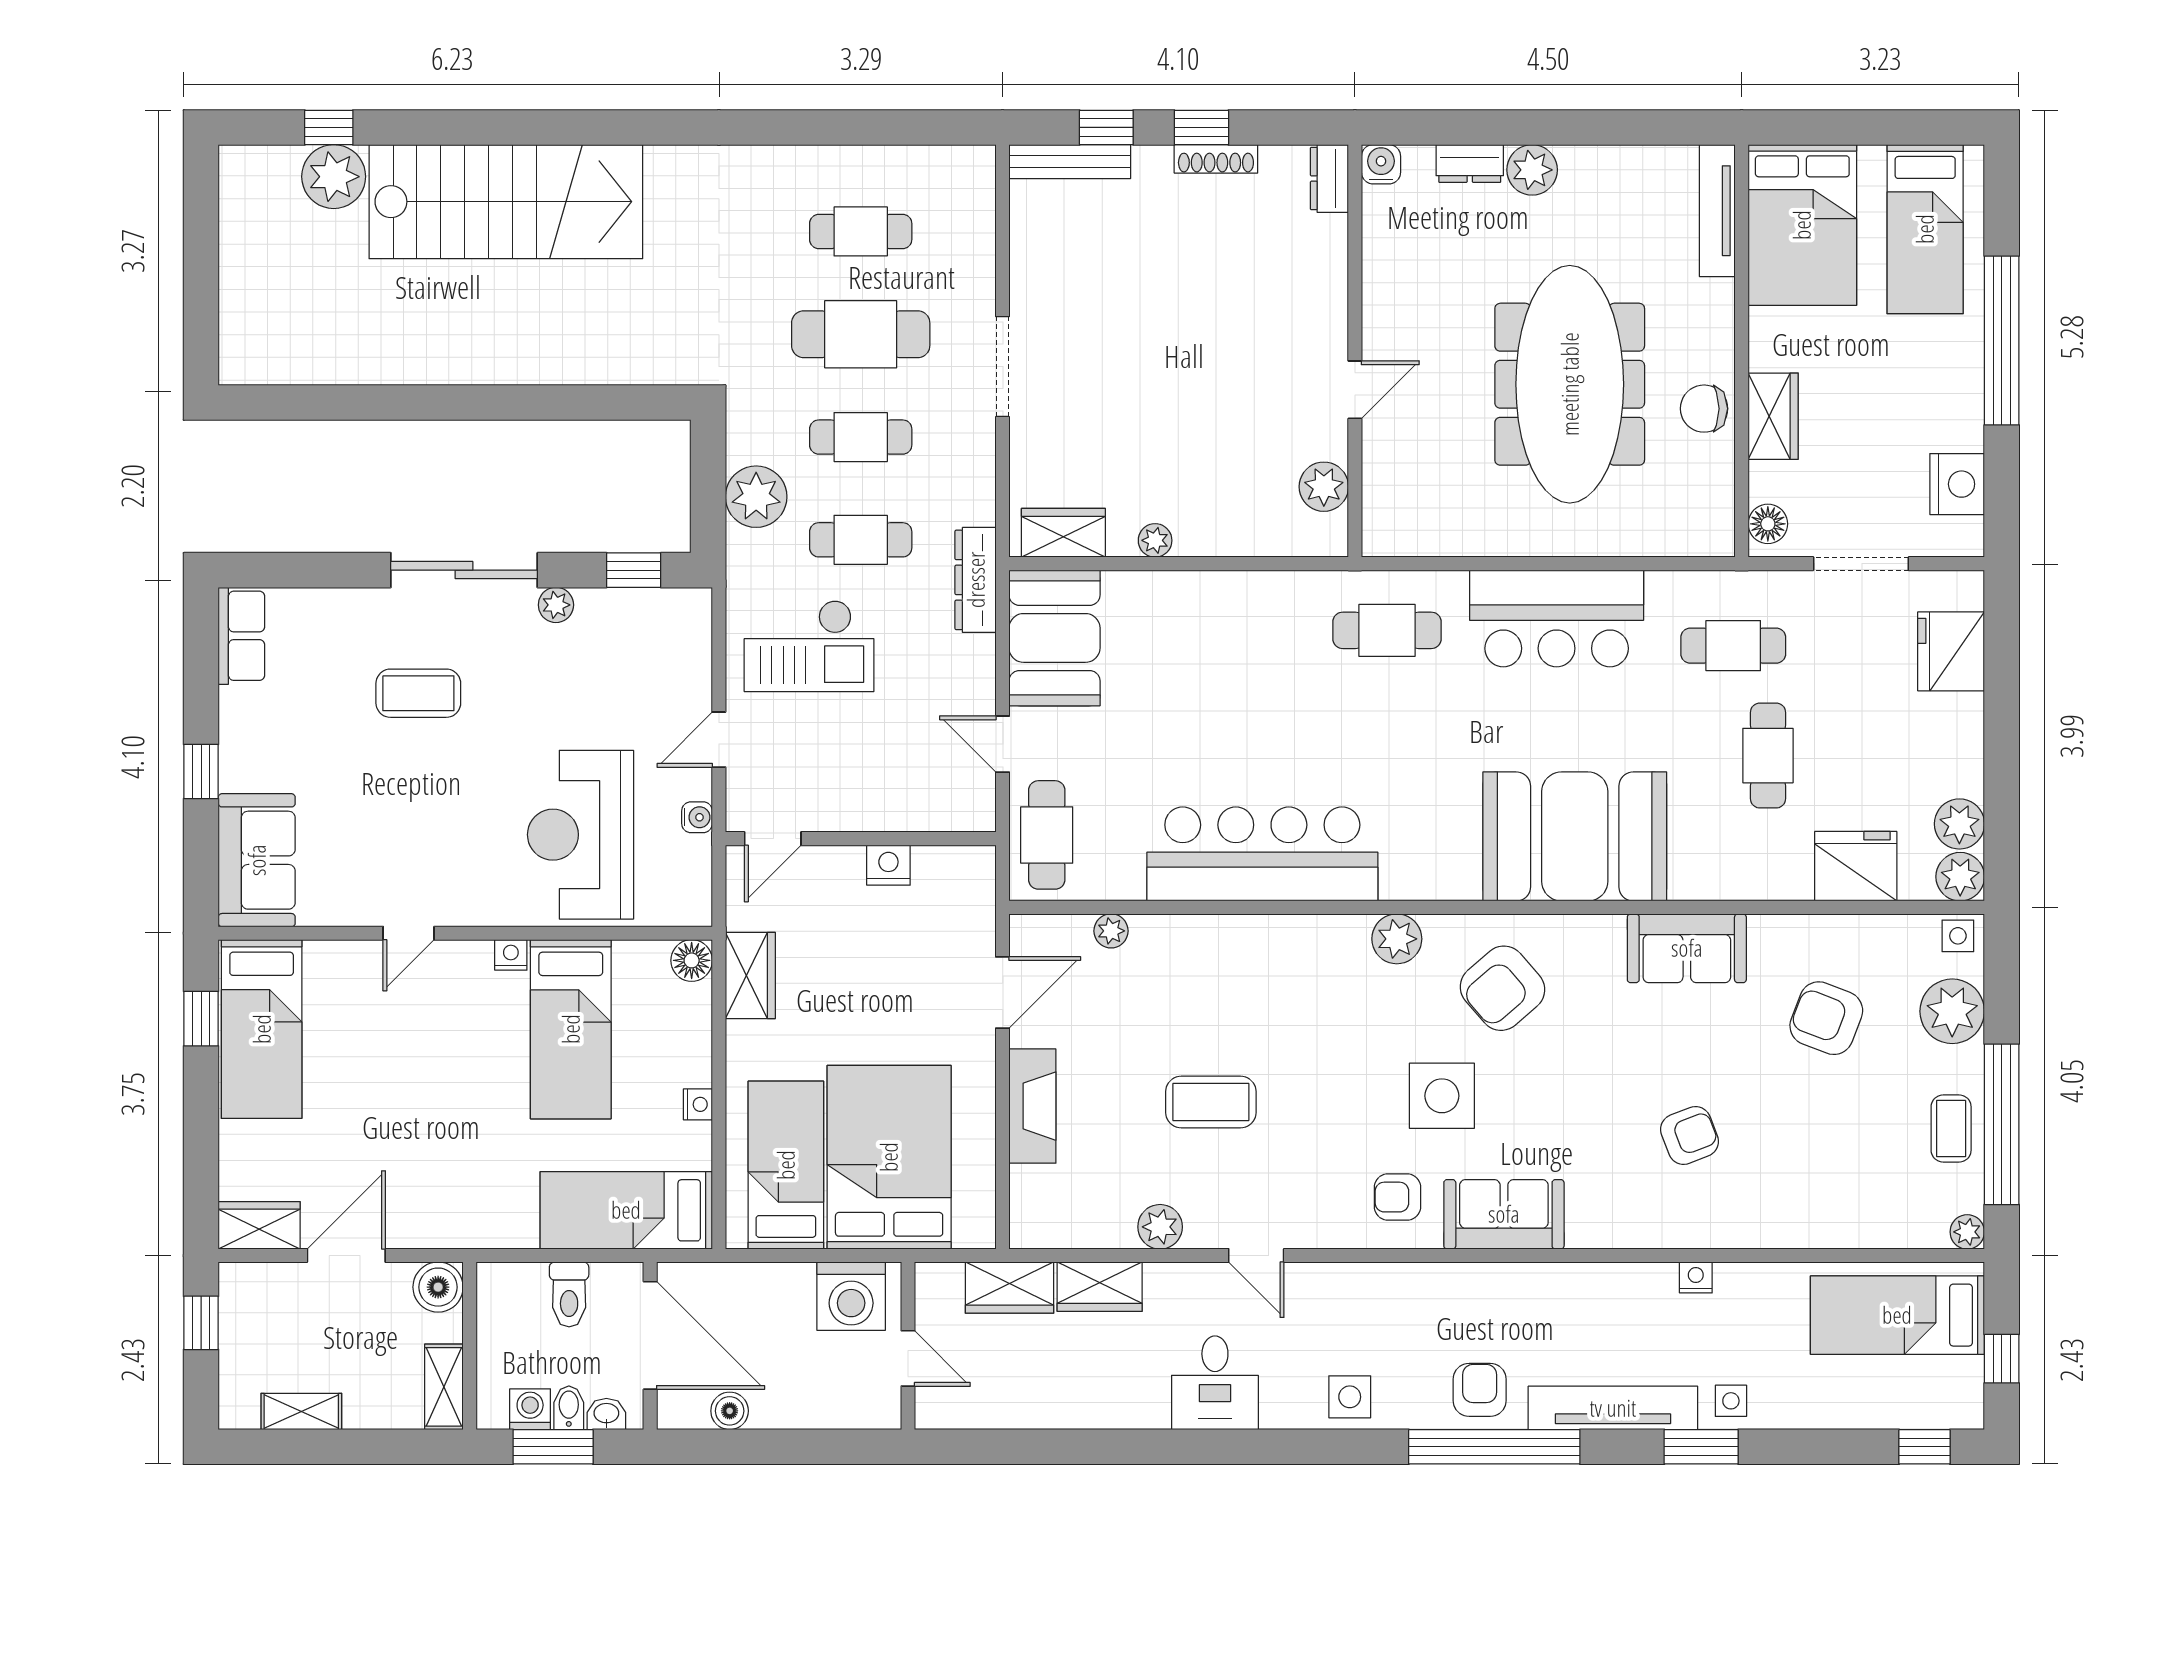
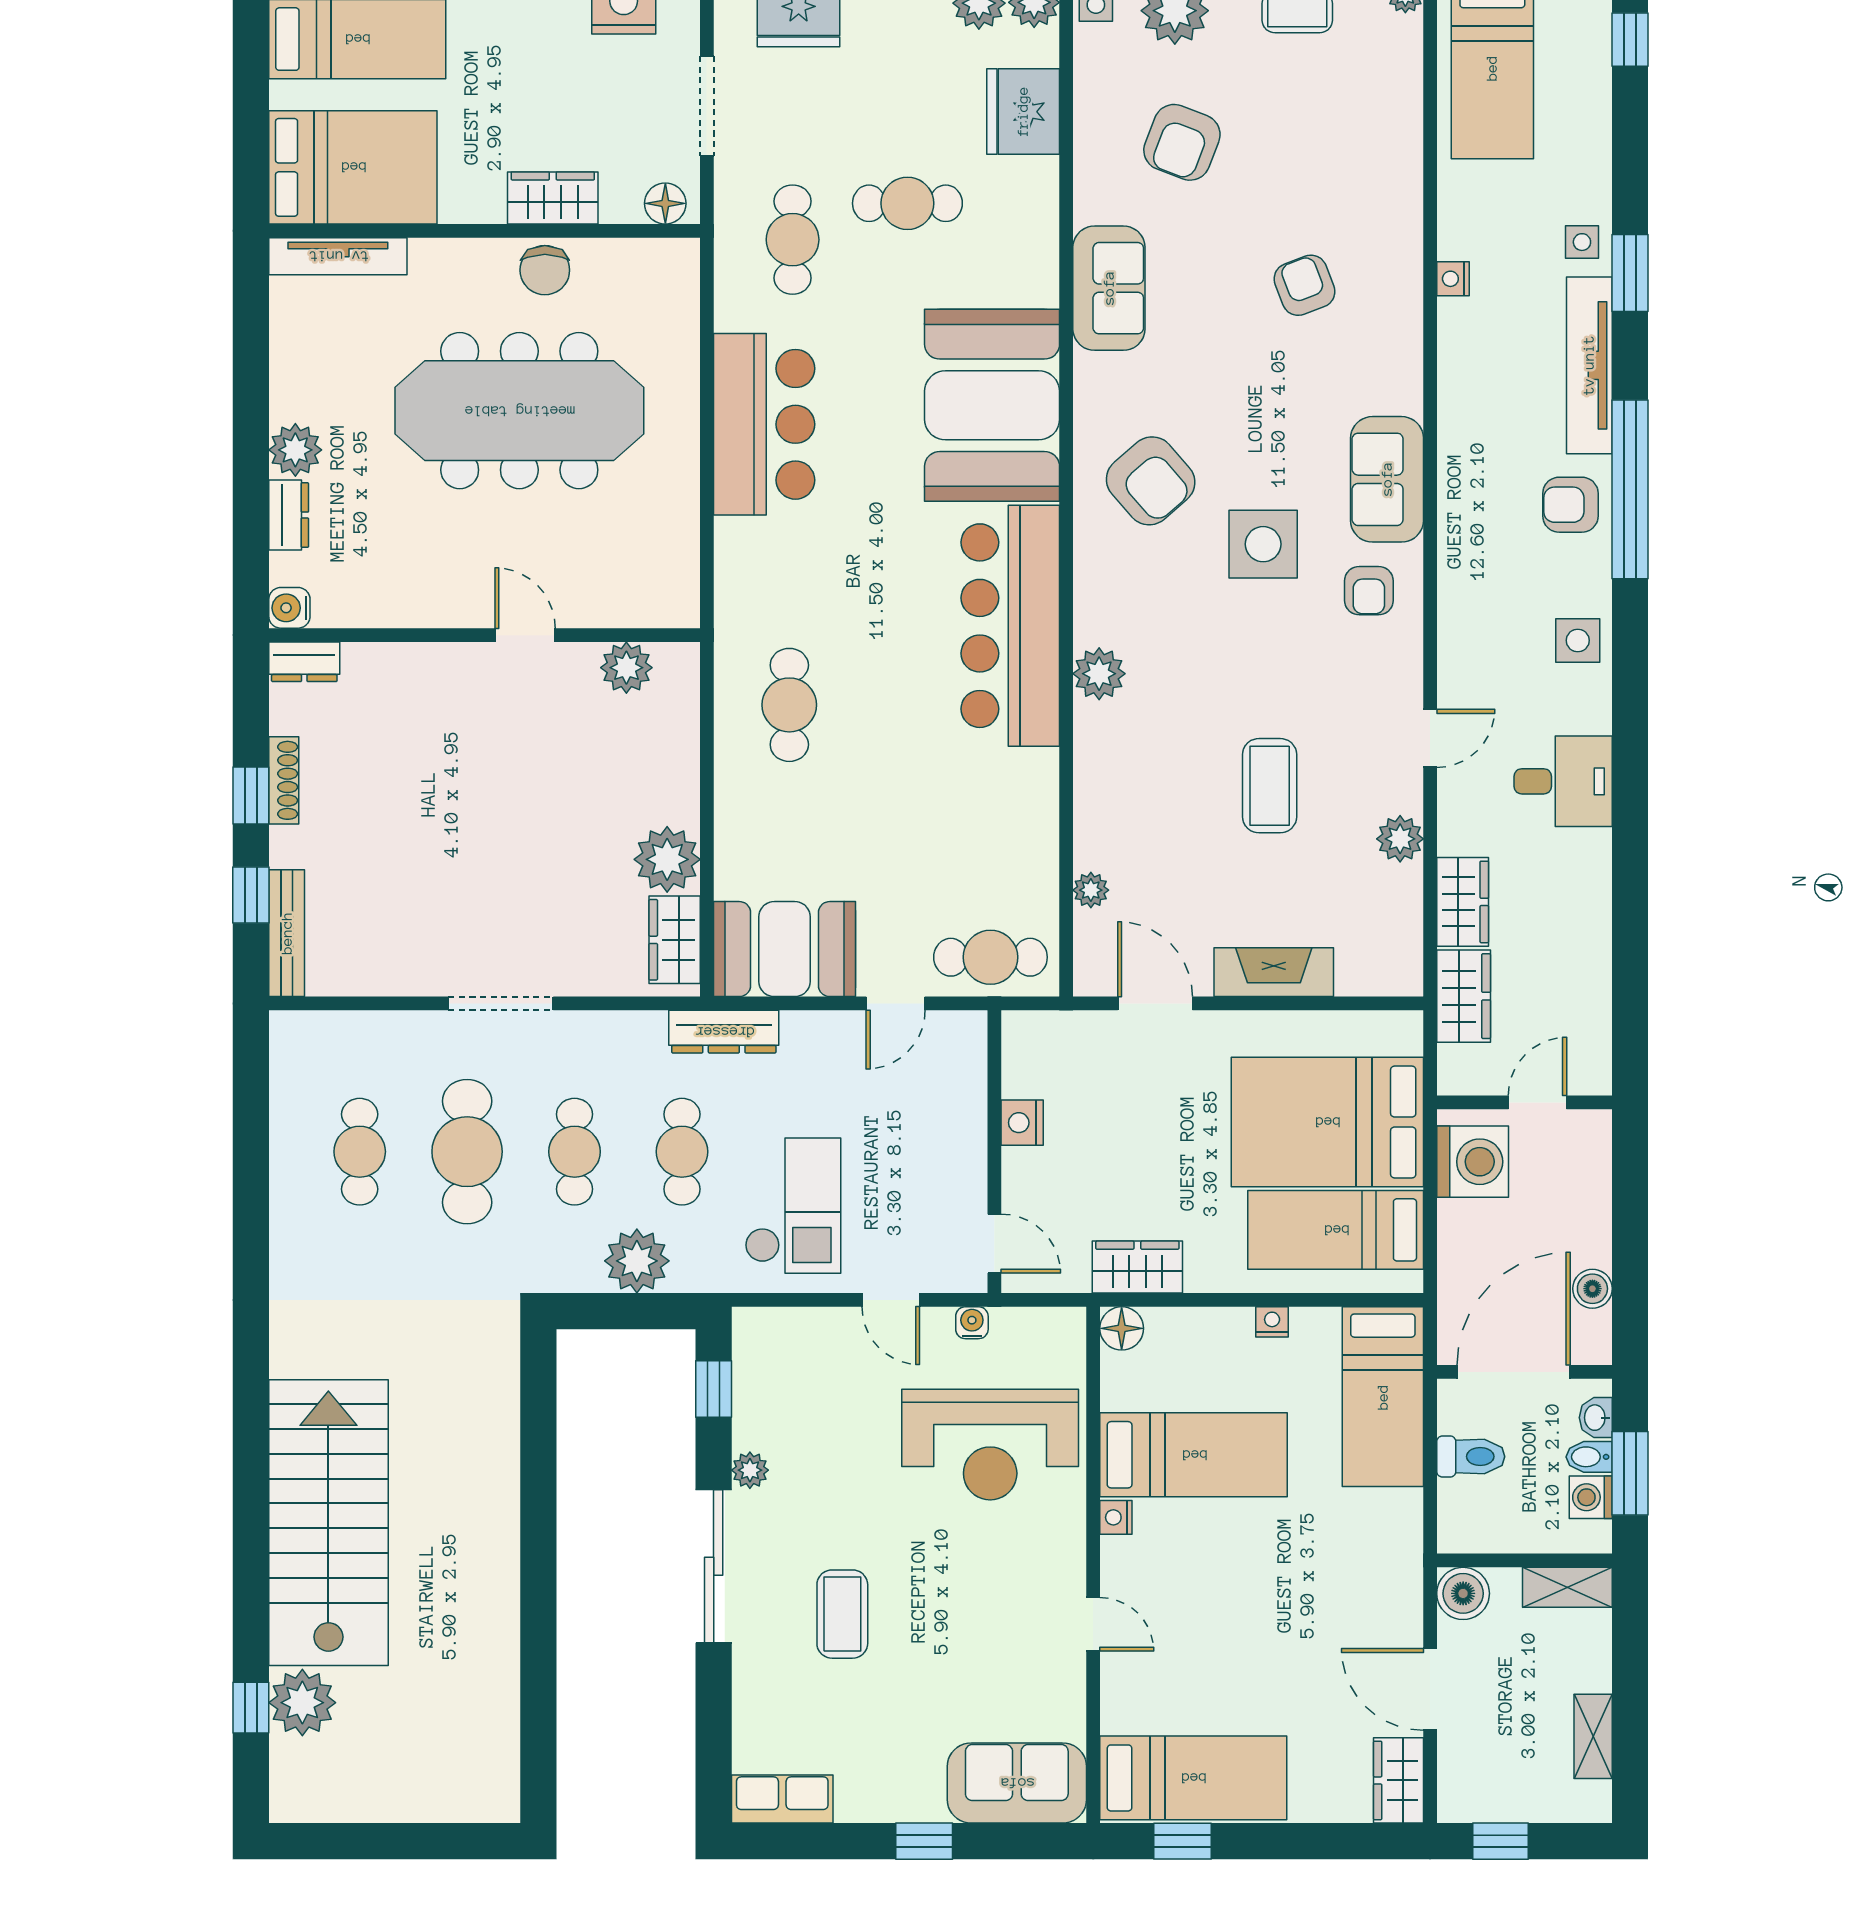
plant: (1155, 540) -> (667, 859), width x1.87, depth x1.87
cafe table: (1387, 630) -> (789, 705), moved
bar counter: (1262, 854) -> (1010, 626), moved
plant: (1397, 939) -> (1099, 674), moved

